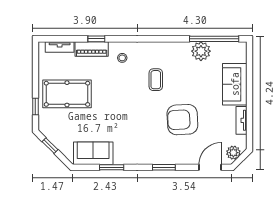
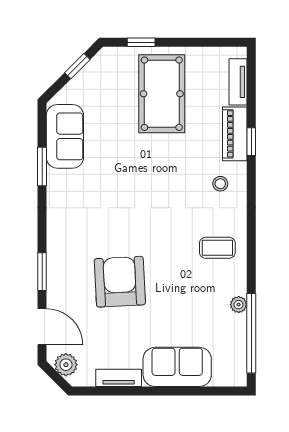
plant: (201, 51) -> (239, 305), width x0.53, depth x0.53
coffee table: (156, 80) -> (217, 248), moved
window: (164, 167) -> (42, 272), moved

